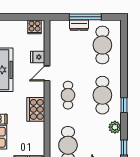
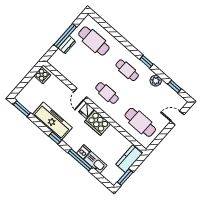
fridge: (38, 57) -> (86, 111), moved
cafe table: (102, 95) -> (127, 70), width x0.73, depth x0.74

